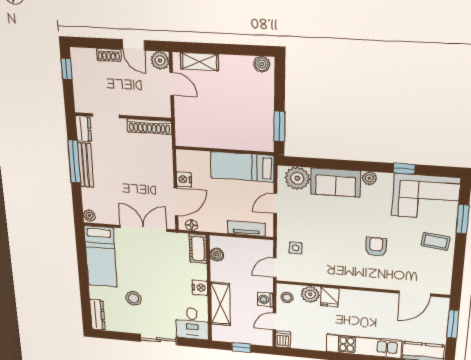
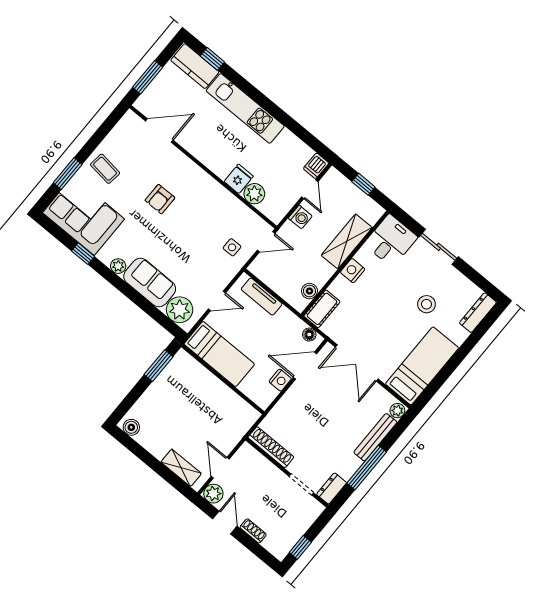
bench: (85, 165) -> (375, 437), moved
stool: (287, 297) -> (278, 205), removed
door: (274, 322) -> (310, 189), hinge flipped

